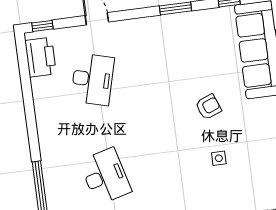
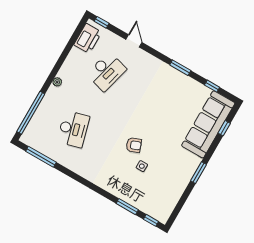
armchair: (208, 107) -> (134, 145), moved
plant: (44, 136) -> (57, 82), added

